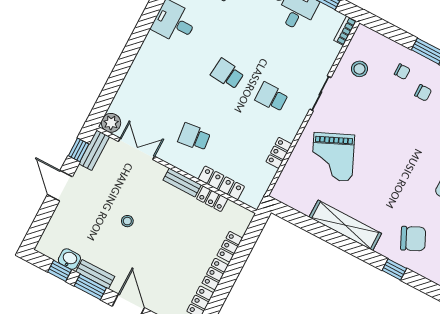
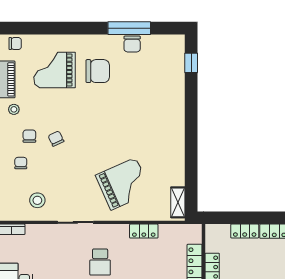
shelving: (345, 225) -> (178, 202), moved, width x0.45, depth x0.75
chair: (413, 239) -> (56, 139), moved, width x0.54, depth x0.54
window: (394, 269) -> (191, 63), moved

